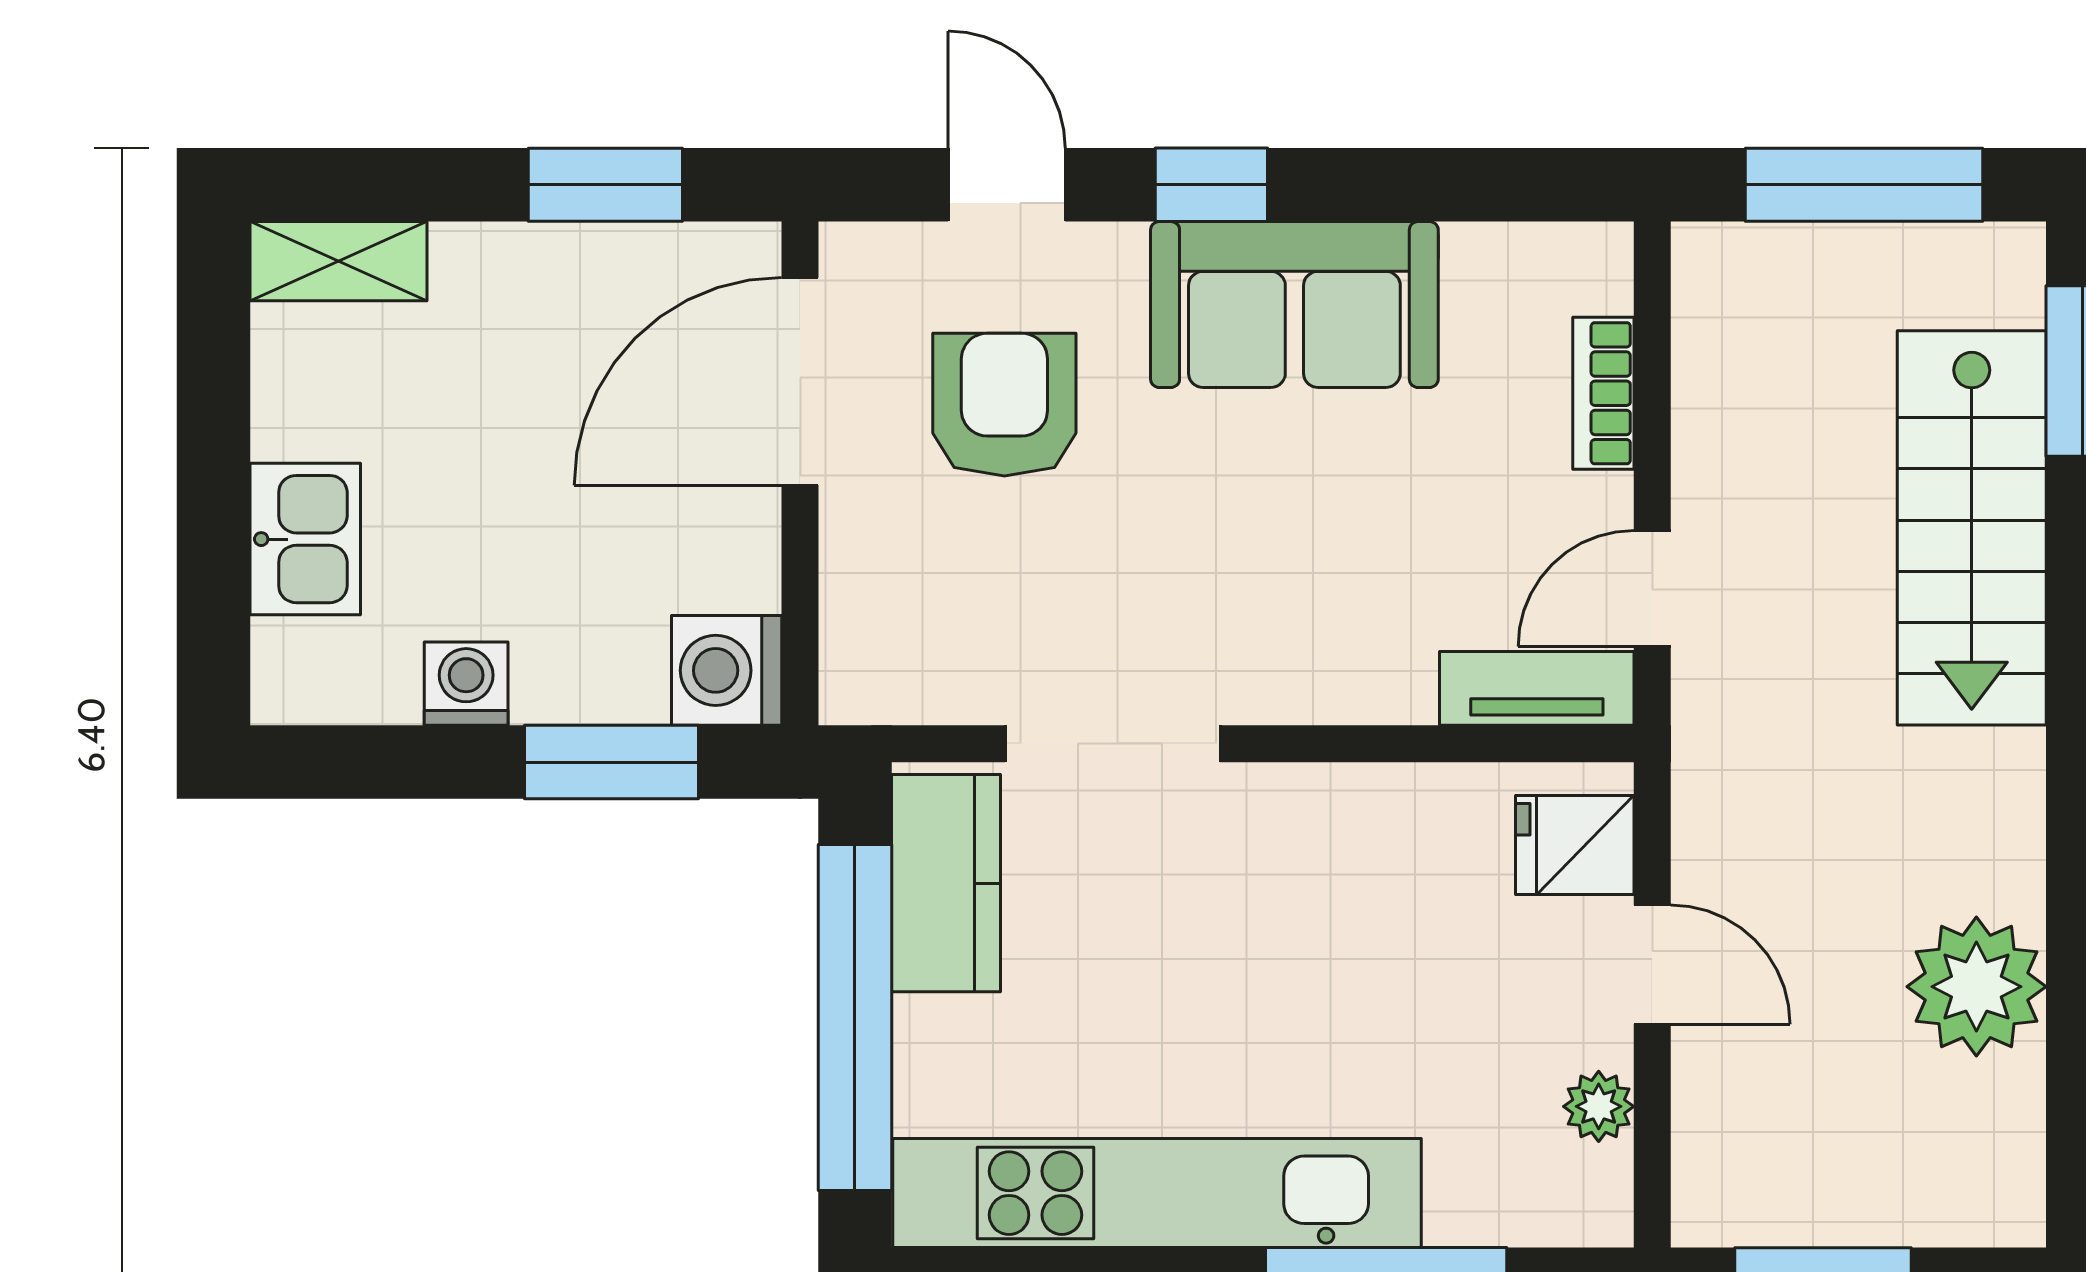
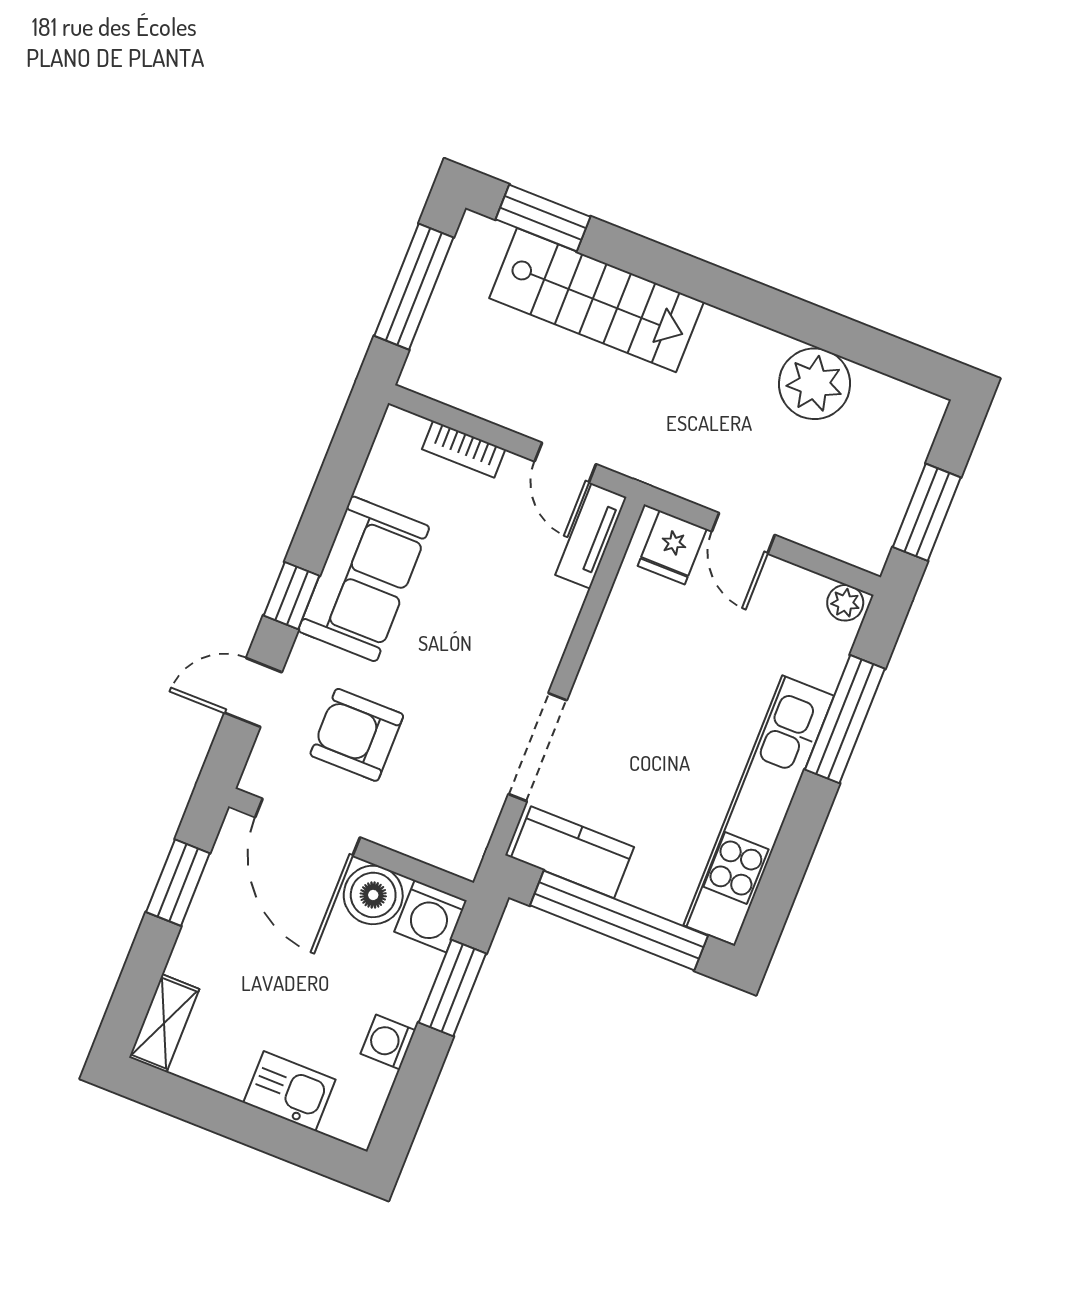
boiler: (724, 550) -> (373, 895), added
door: (1652, 965) -> (743, 533), swing flipped
plant: (1599, 1106) -> (845, 603), moved

